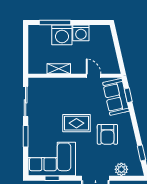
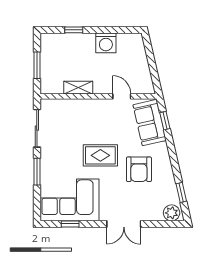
window: (55, 22) -> (74, 30), width x0.46
washing machine: (62, 35) -> (82, 45), removed
window: (26, 51) -> (37, 65), added
plant: (121, 169) -> (172, 213), moved

